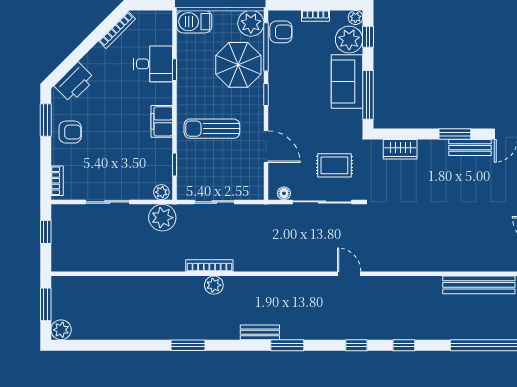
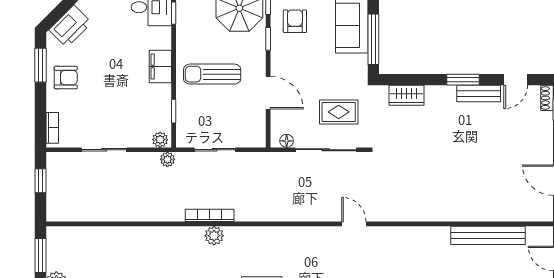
armchair: (292, 77) -> (295, 21), added
plant: (162, 218) -> (167, 159), width x0.53, depth x0.53

